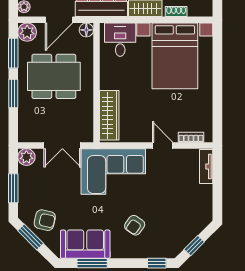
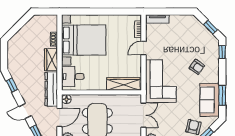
door: (59, 20) -> (60, 117), hinge flipped

